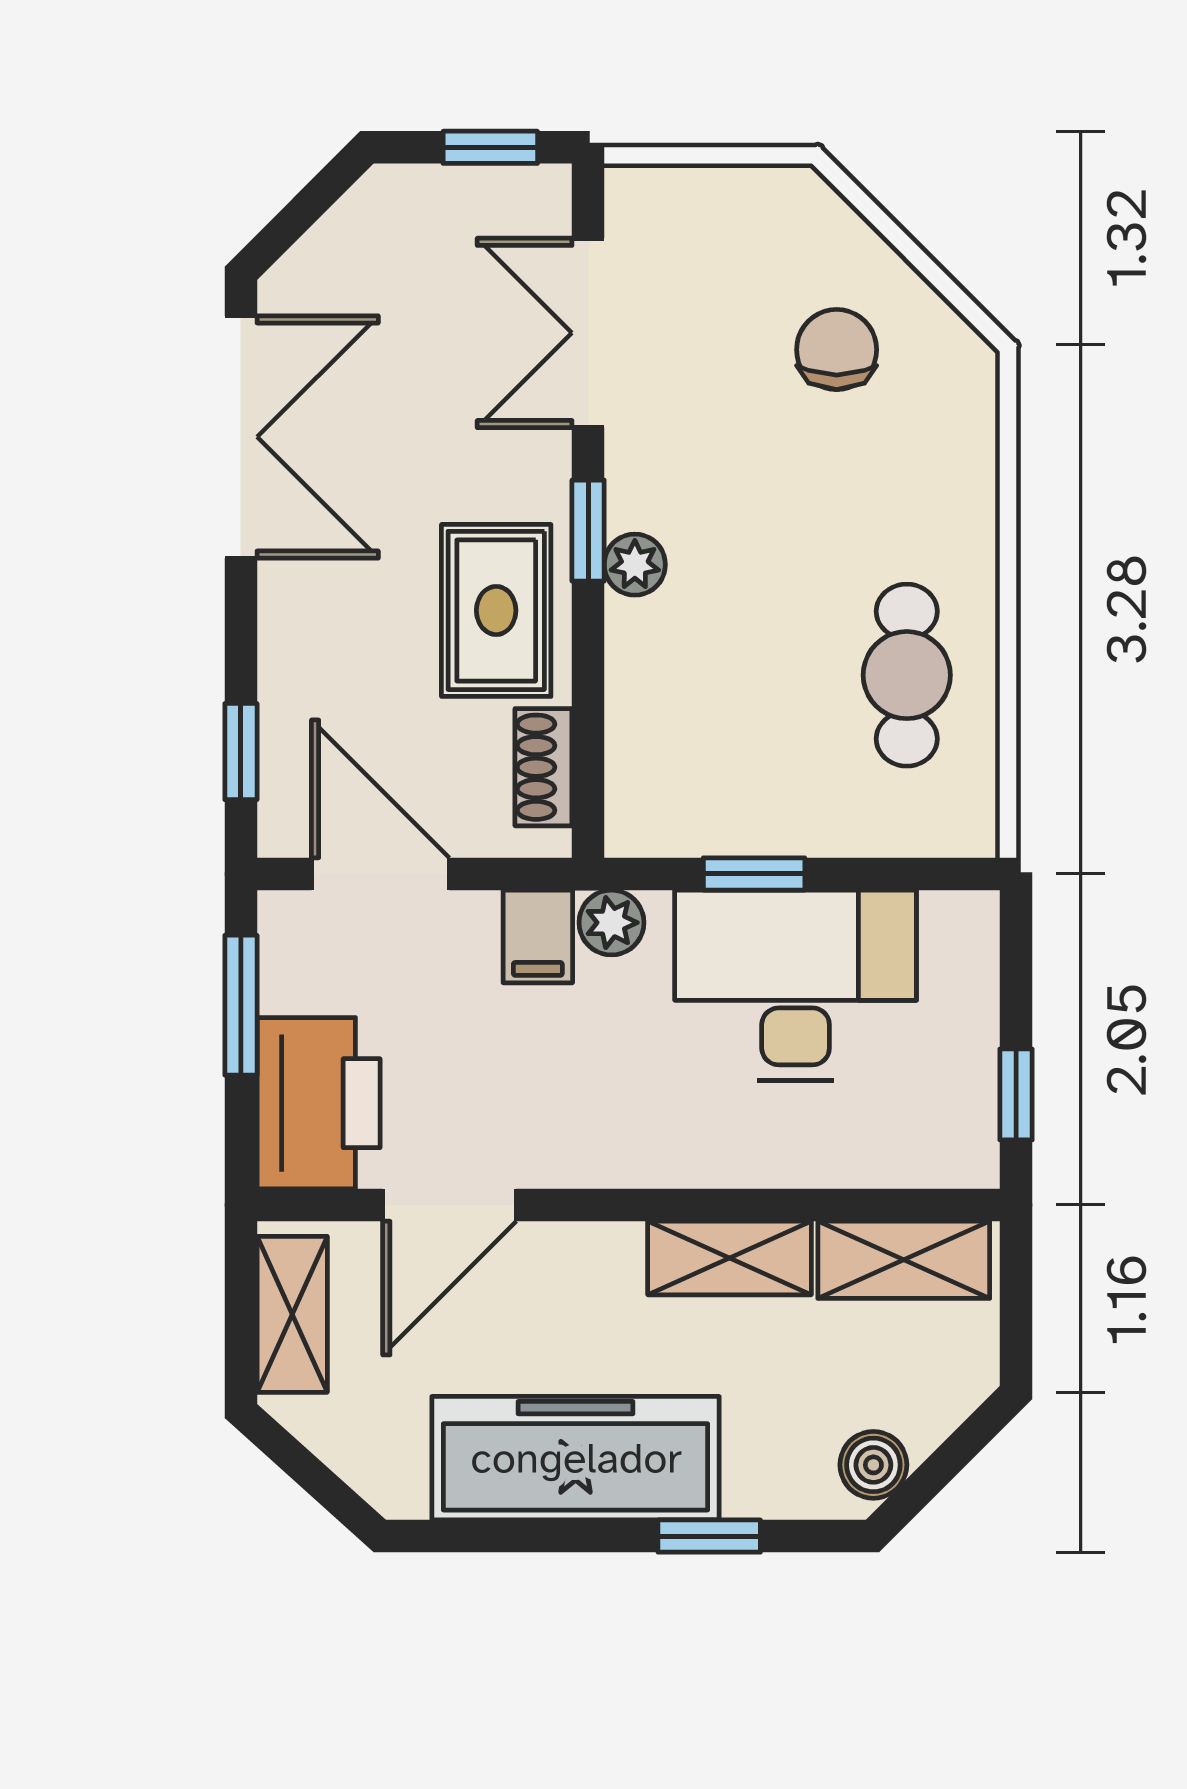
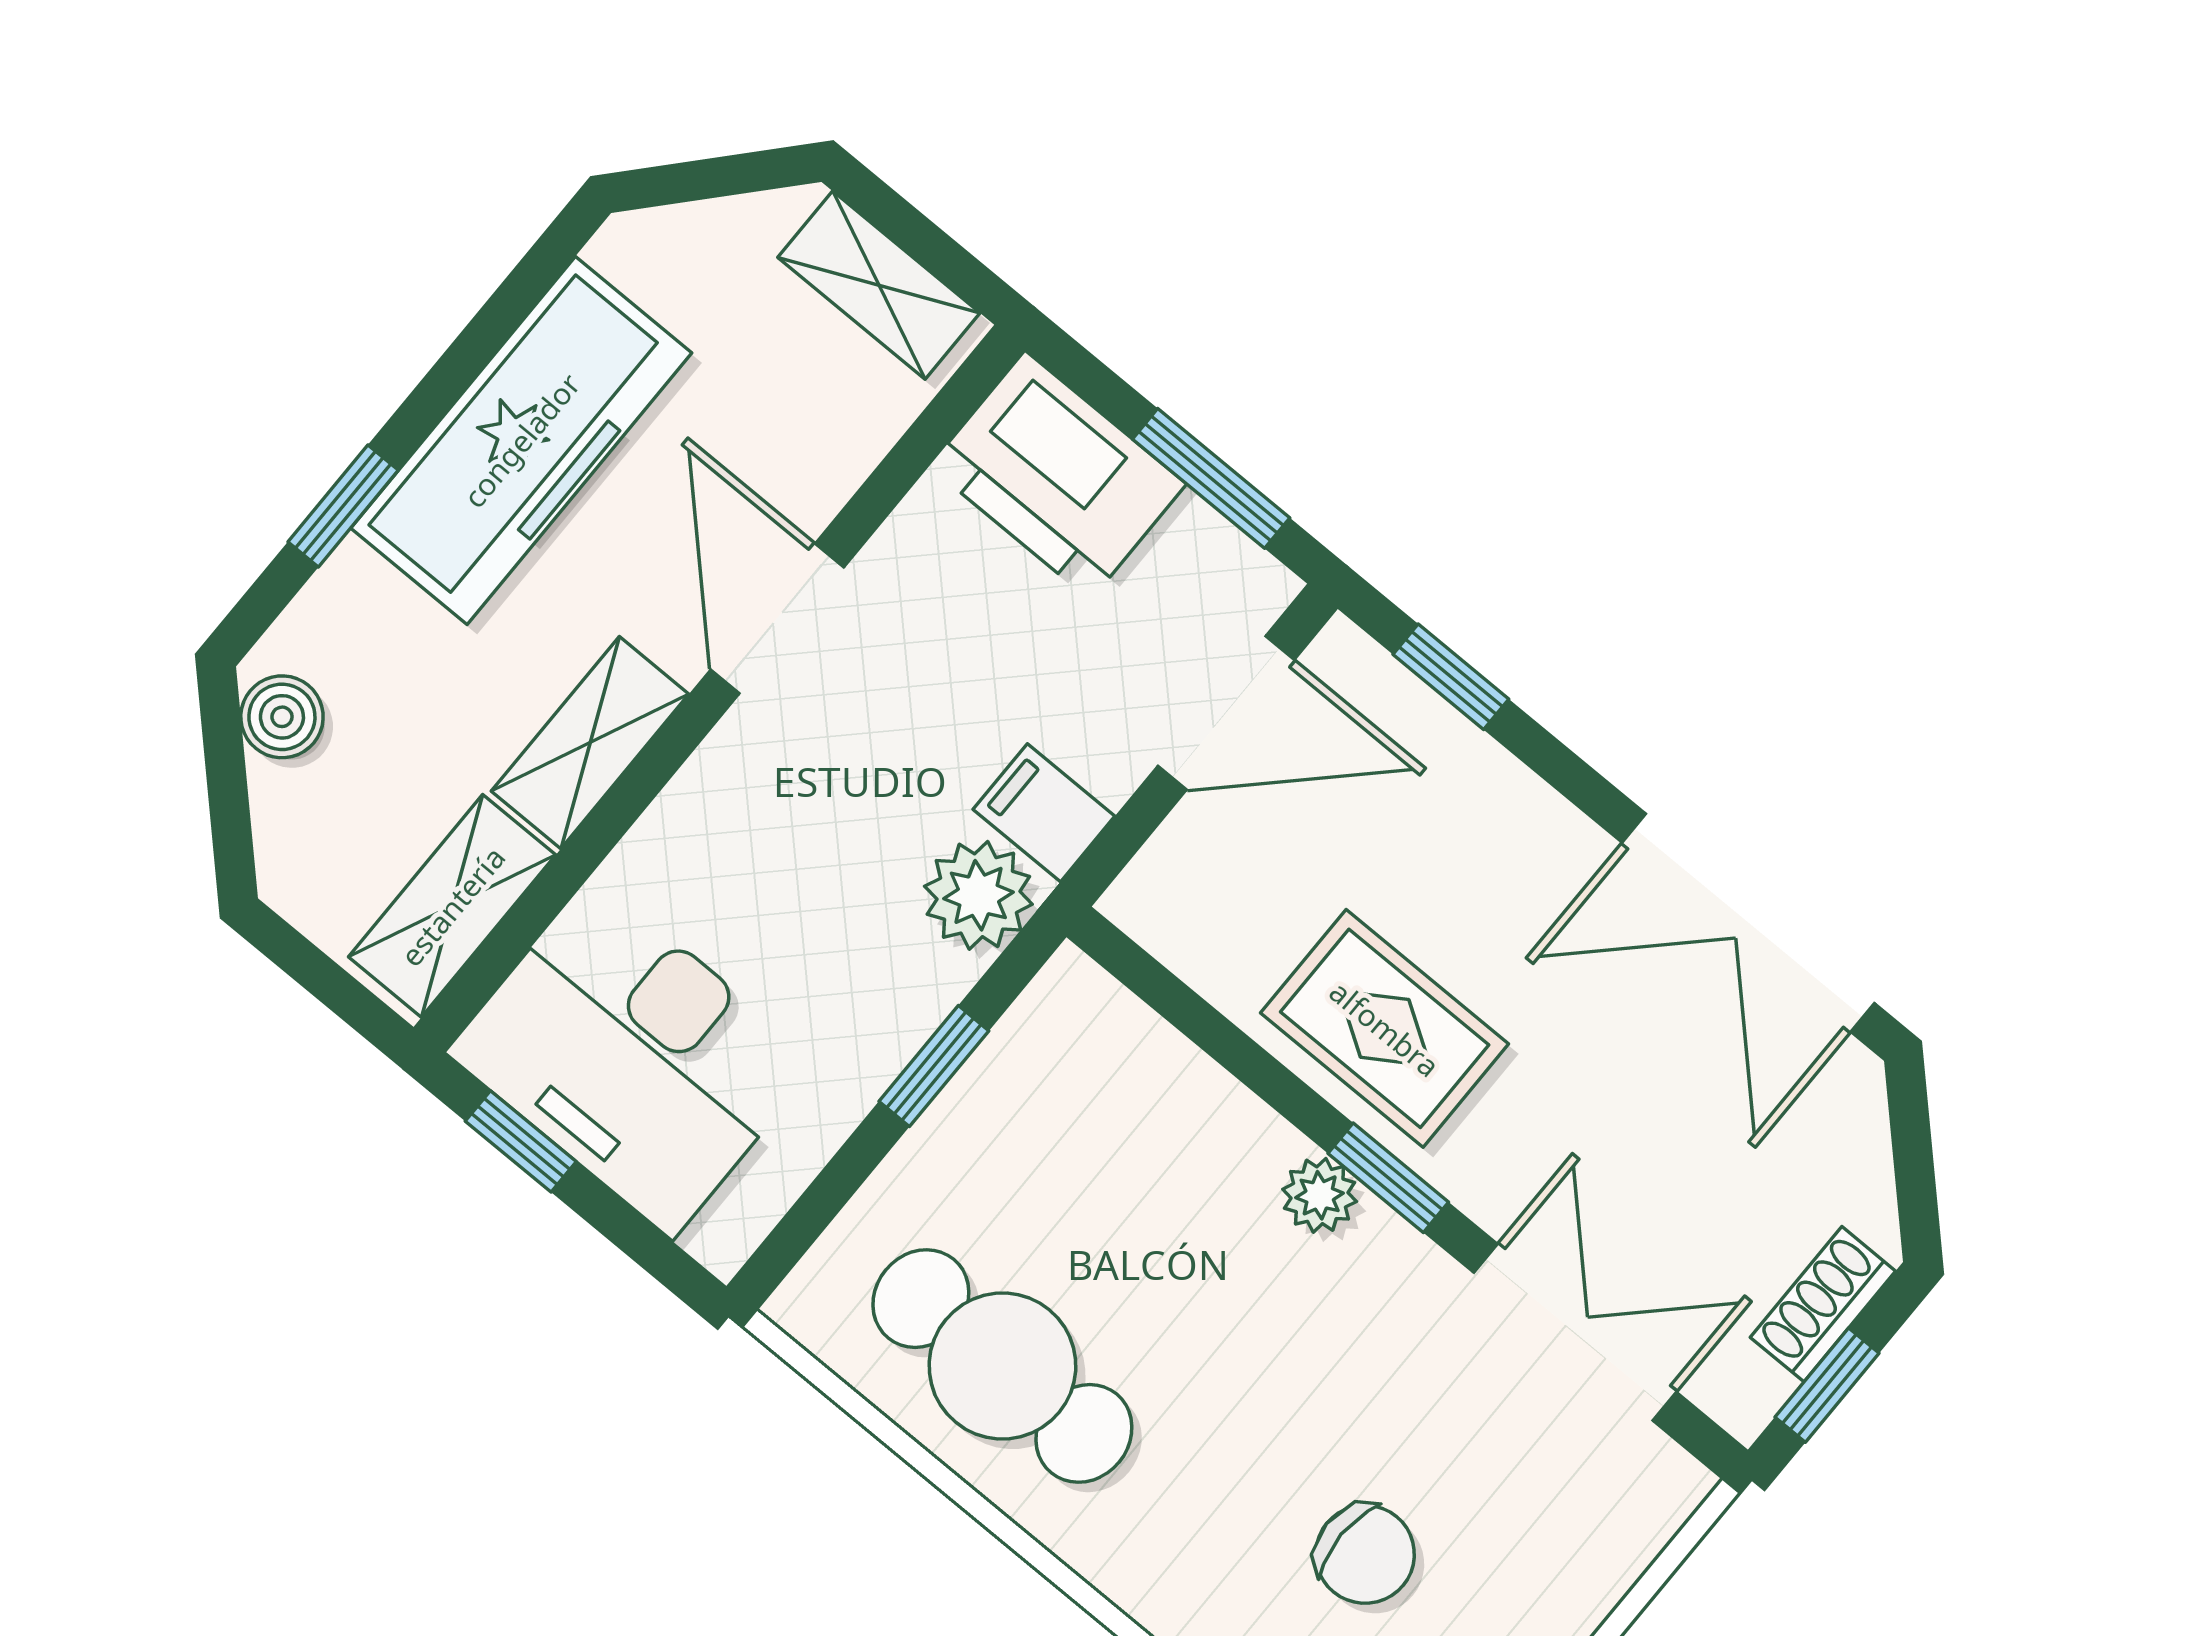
cafe table: (907, 675) -> (1002, 1366), width x1.37, depth x1.35
shoe rack: (543, 767) -> (1823, 1304), moved, turned -90
plant: (611, 923) -> (978, 895), width x1.38, depth x1.38
desk: (796, 985) -> (633, 1057), moved, turned 90
door: (450, 1205) -> (777, 618), moved

